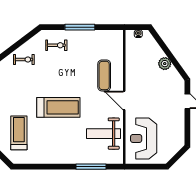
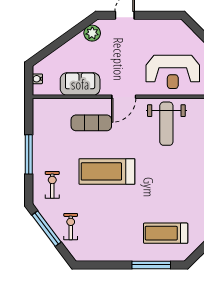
window: (22, 41) -> (47, 229), added
plant: (165, 64) -> (92, 33), moved
sofa: (134, 67) -> (80, 84), added
treadmill: (58, 107) -> (107, 171), moved, turned -90

